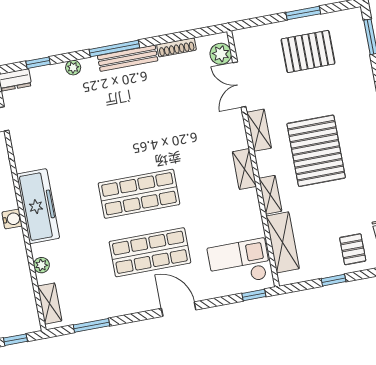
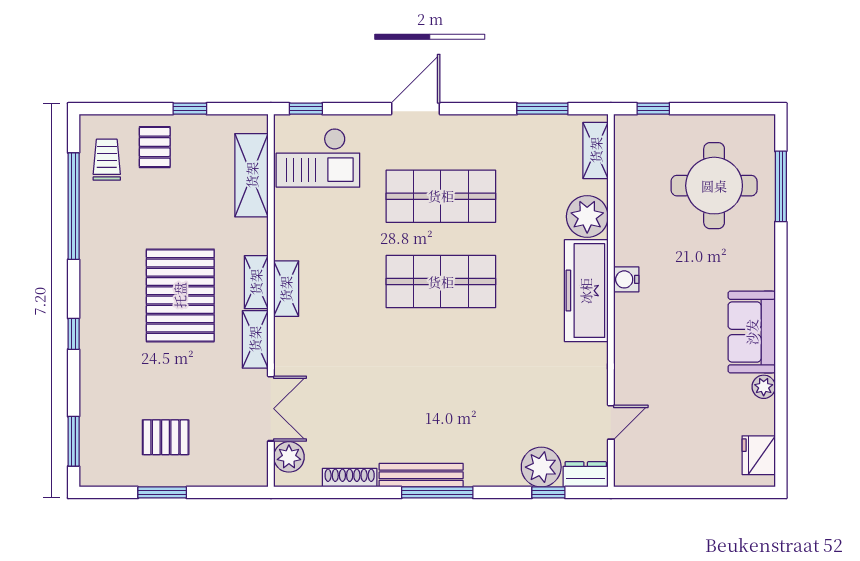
pallet: (308, 51) -> (166, 437), width x0.67, depth x0.71
plant: (73, 68) -> (541, 467), moved, width x1.88, depth x1.88
shelving: (270, 195) -> (256, 282), moved
plant: (41, 265) -> (587, 217), width x1.88, depth x1.88
door: (179, 309) -> (416, 109), swing flipped

